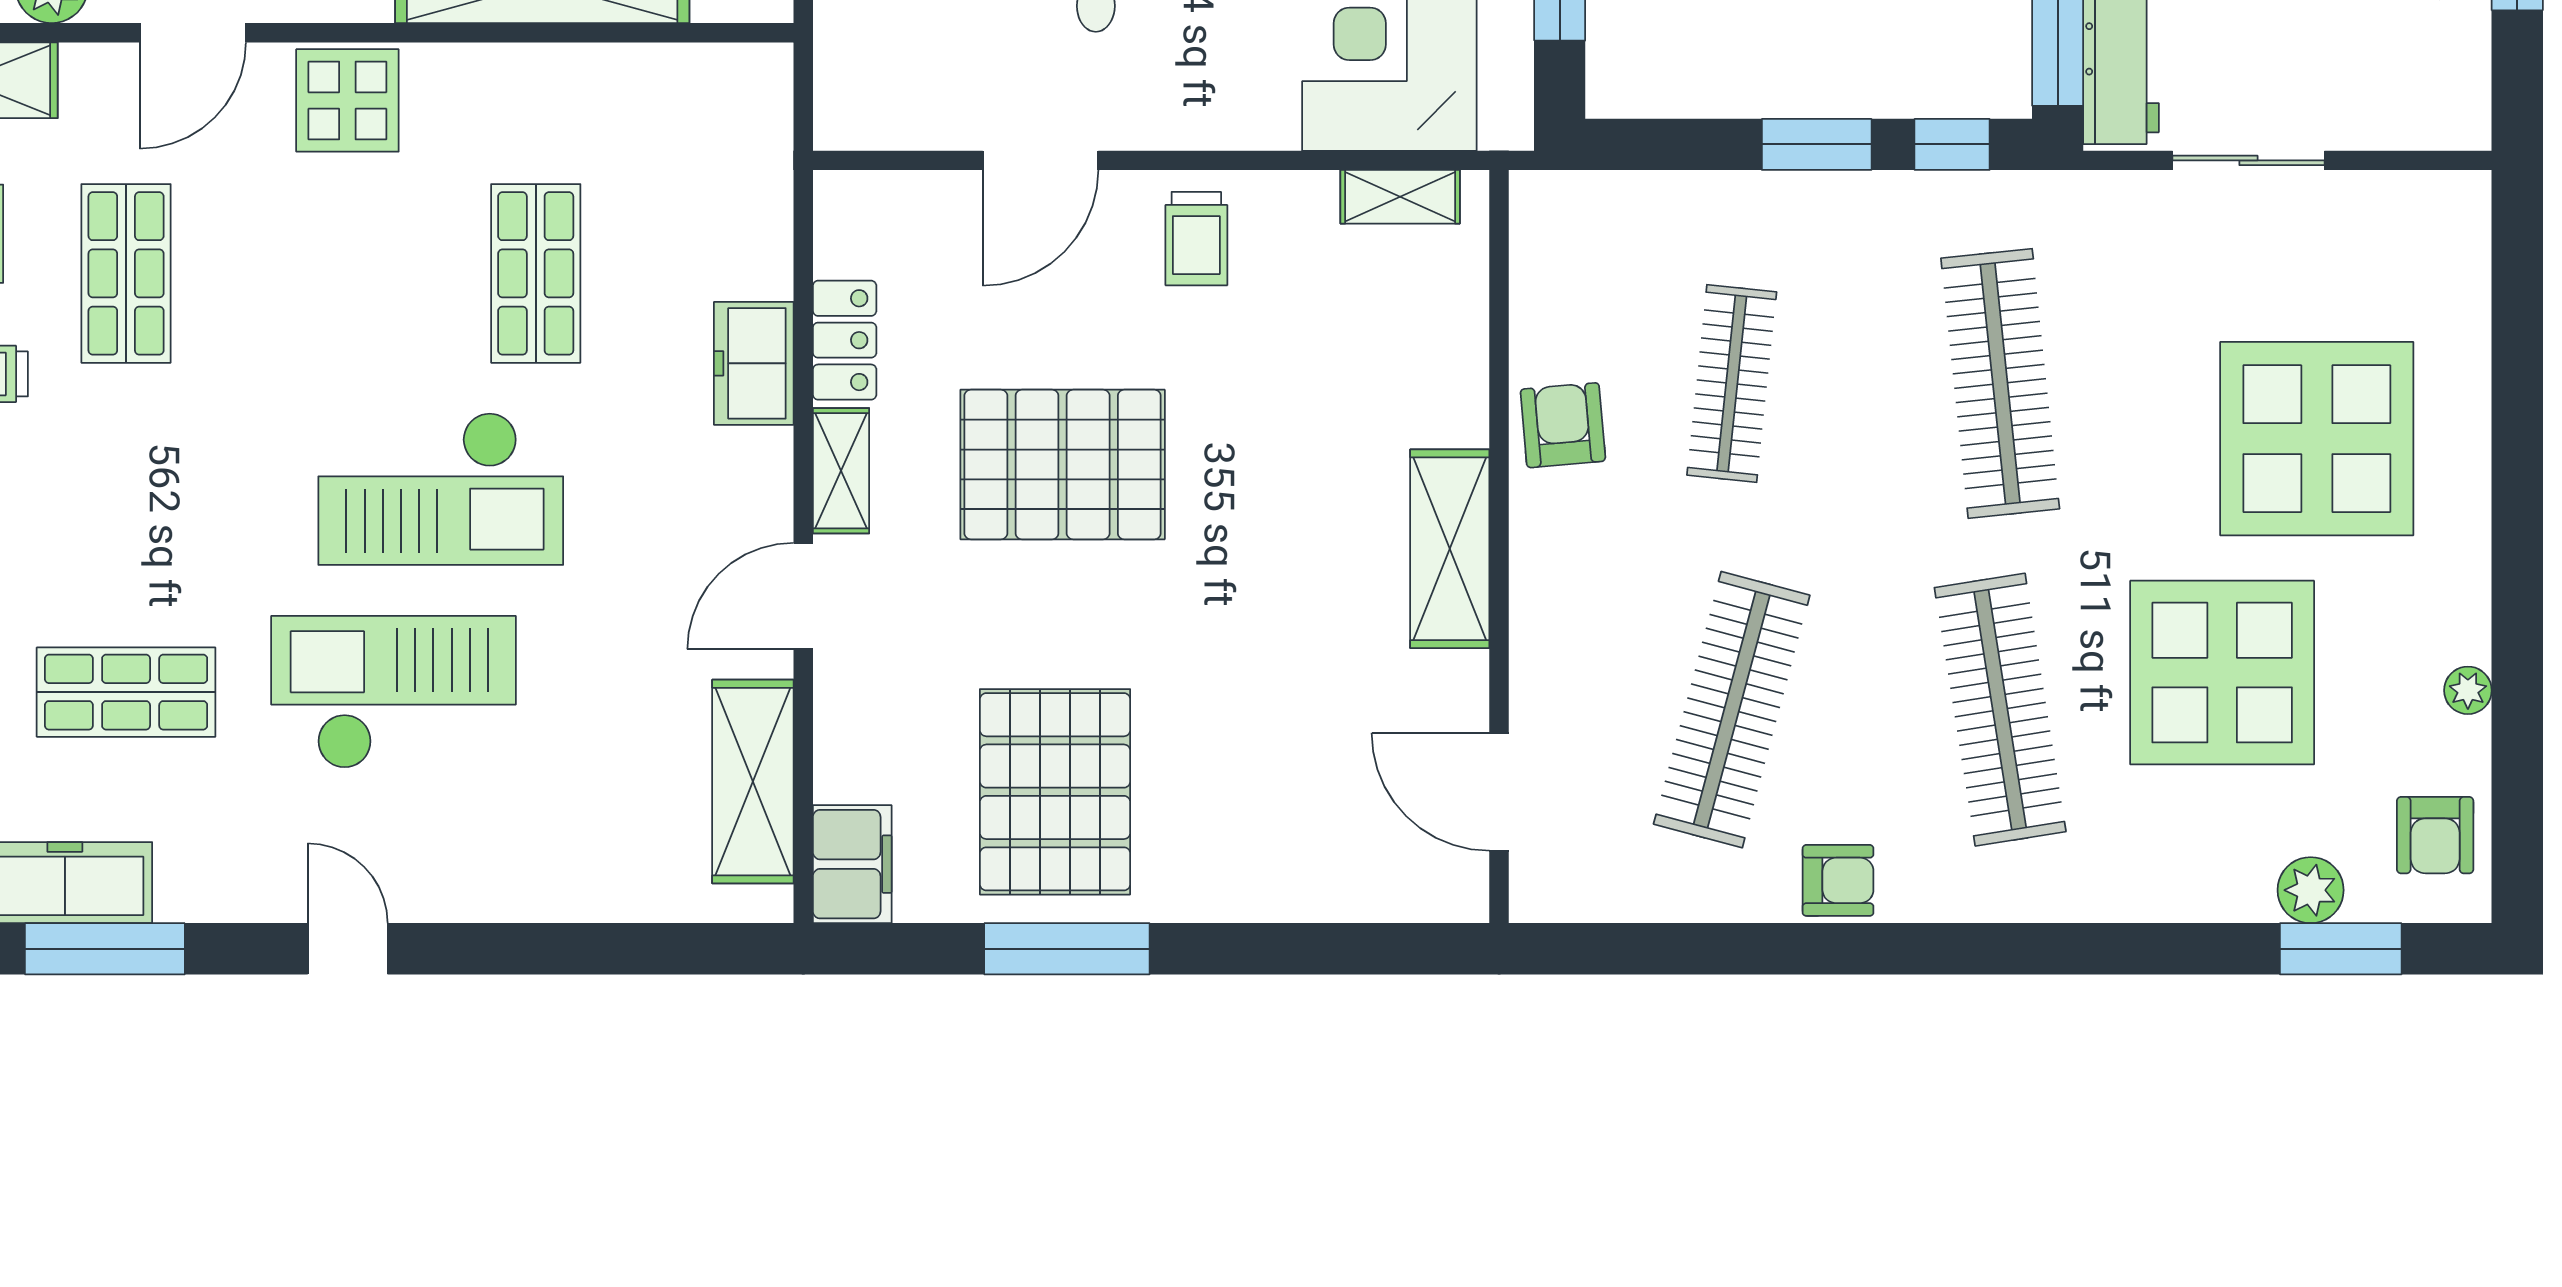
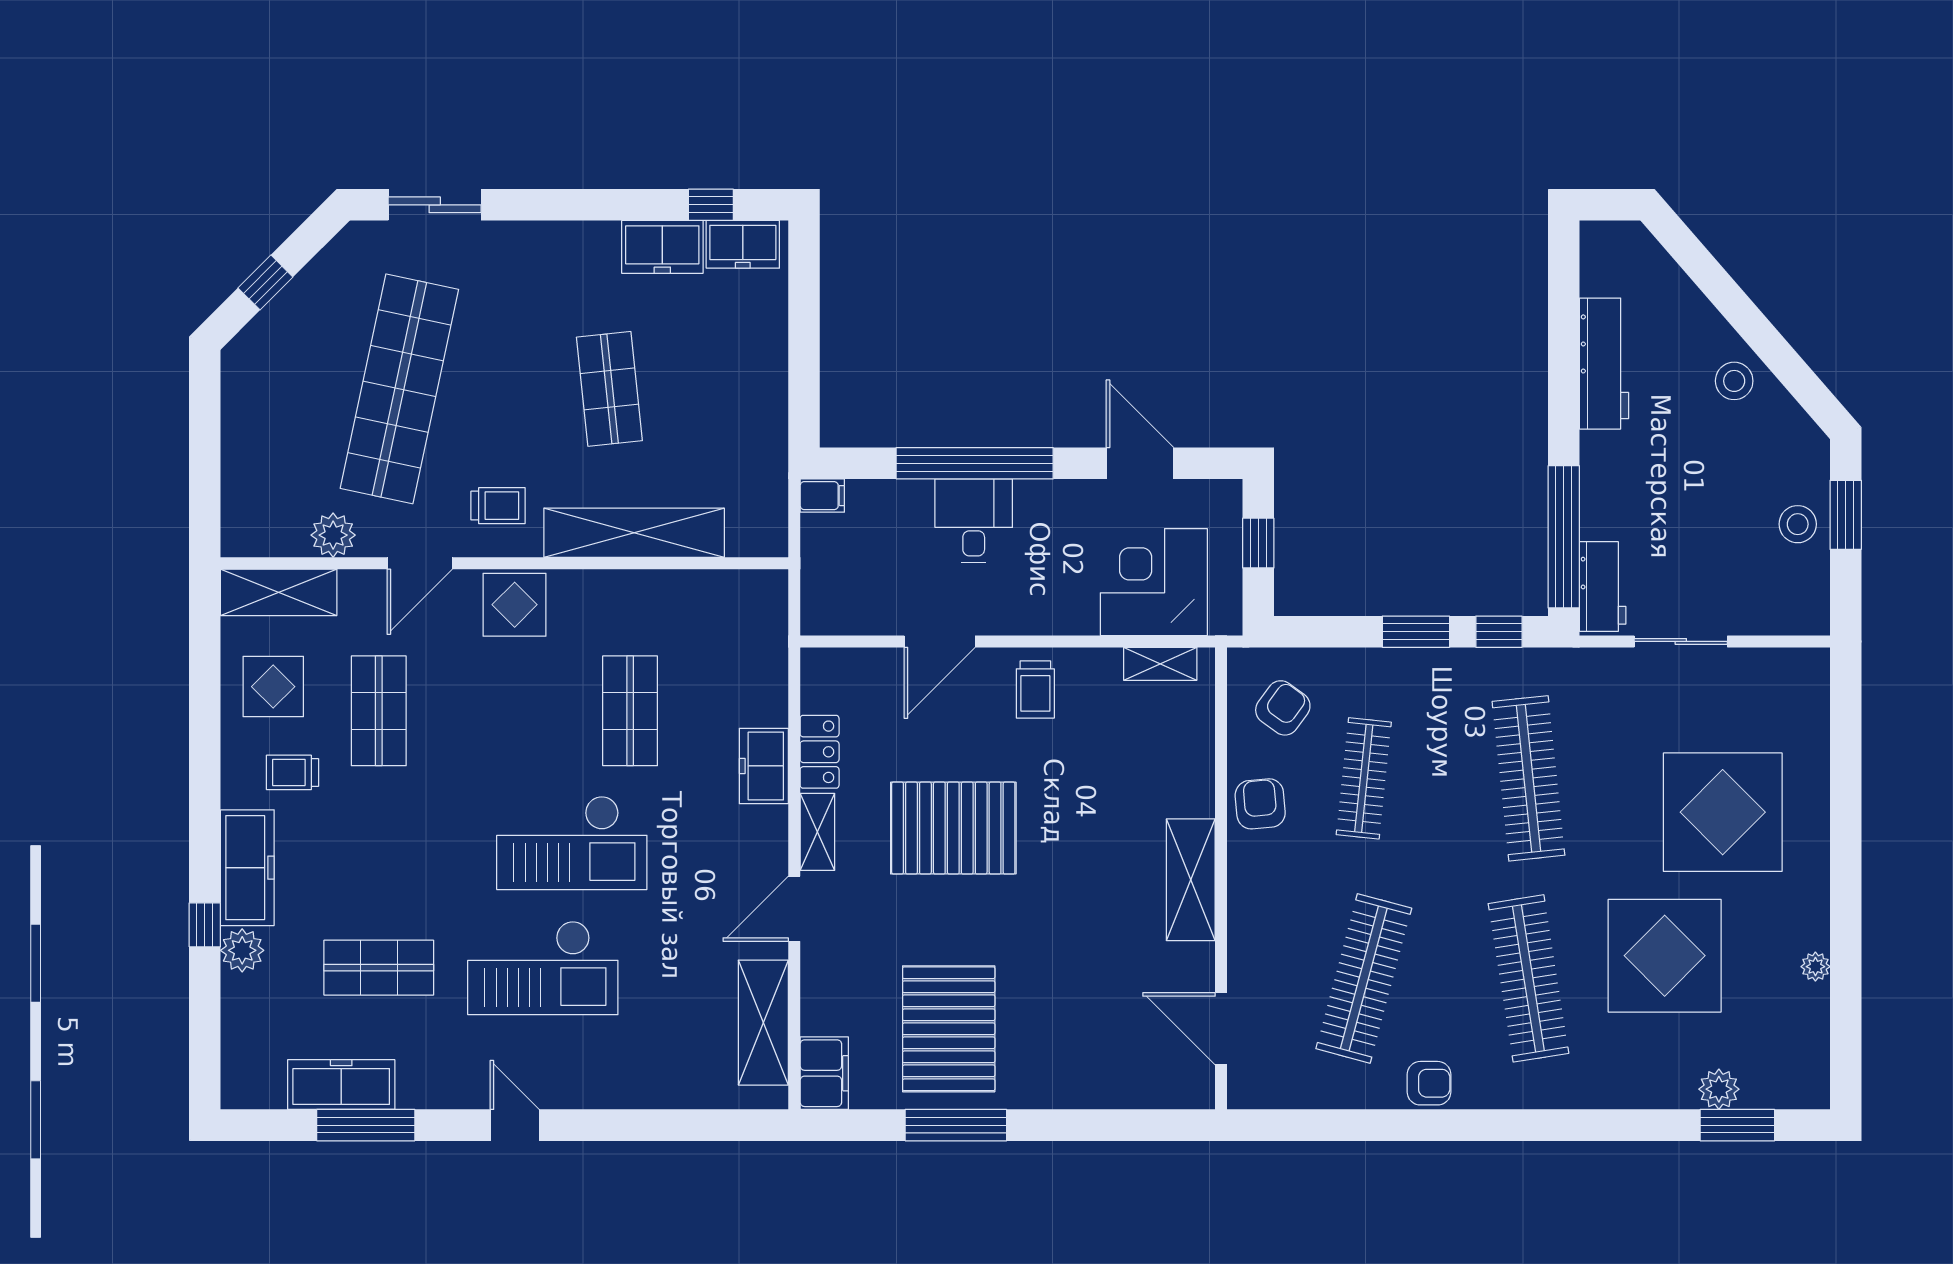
checkout: (393, 692) -> (543, 968), turned 180
armchair: (2435, 835) -> (1283, 708), moved, turned -144

